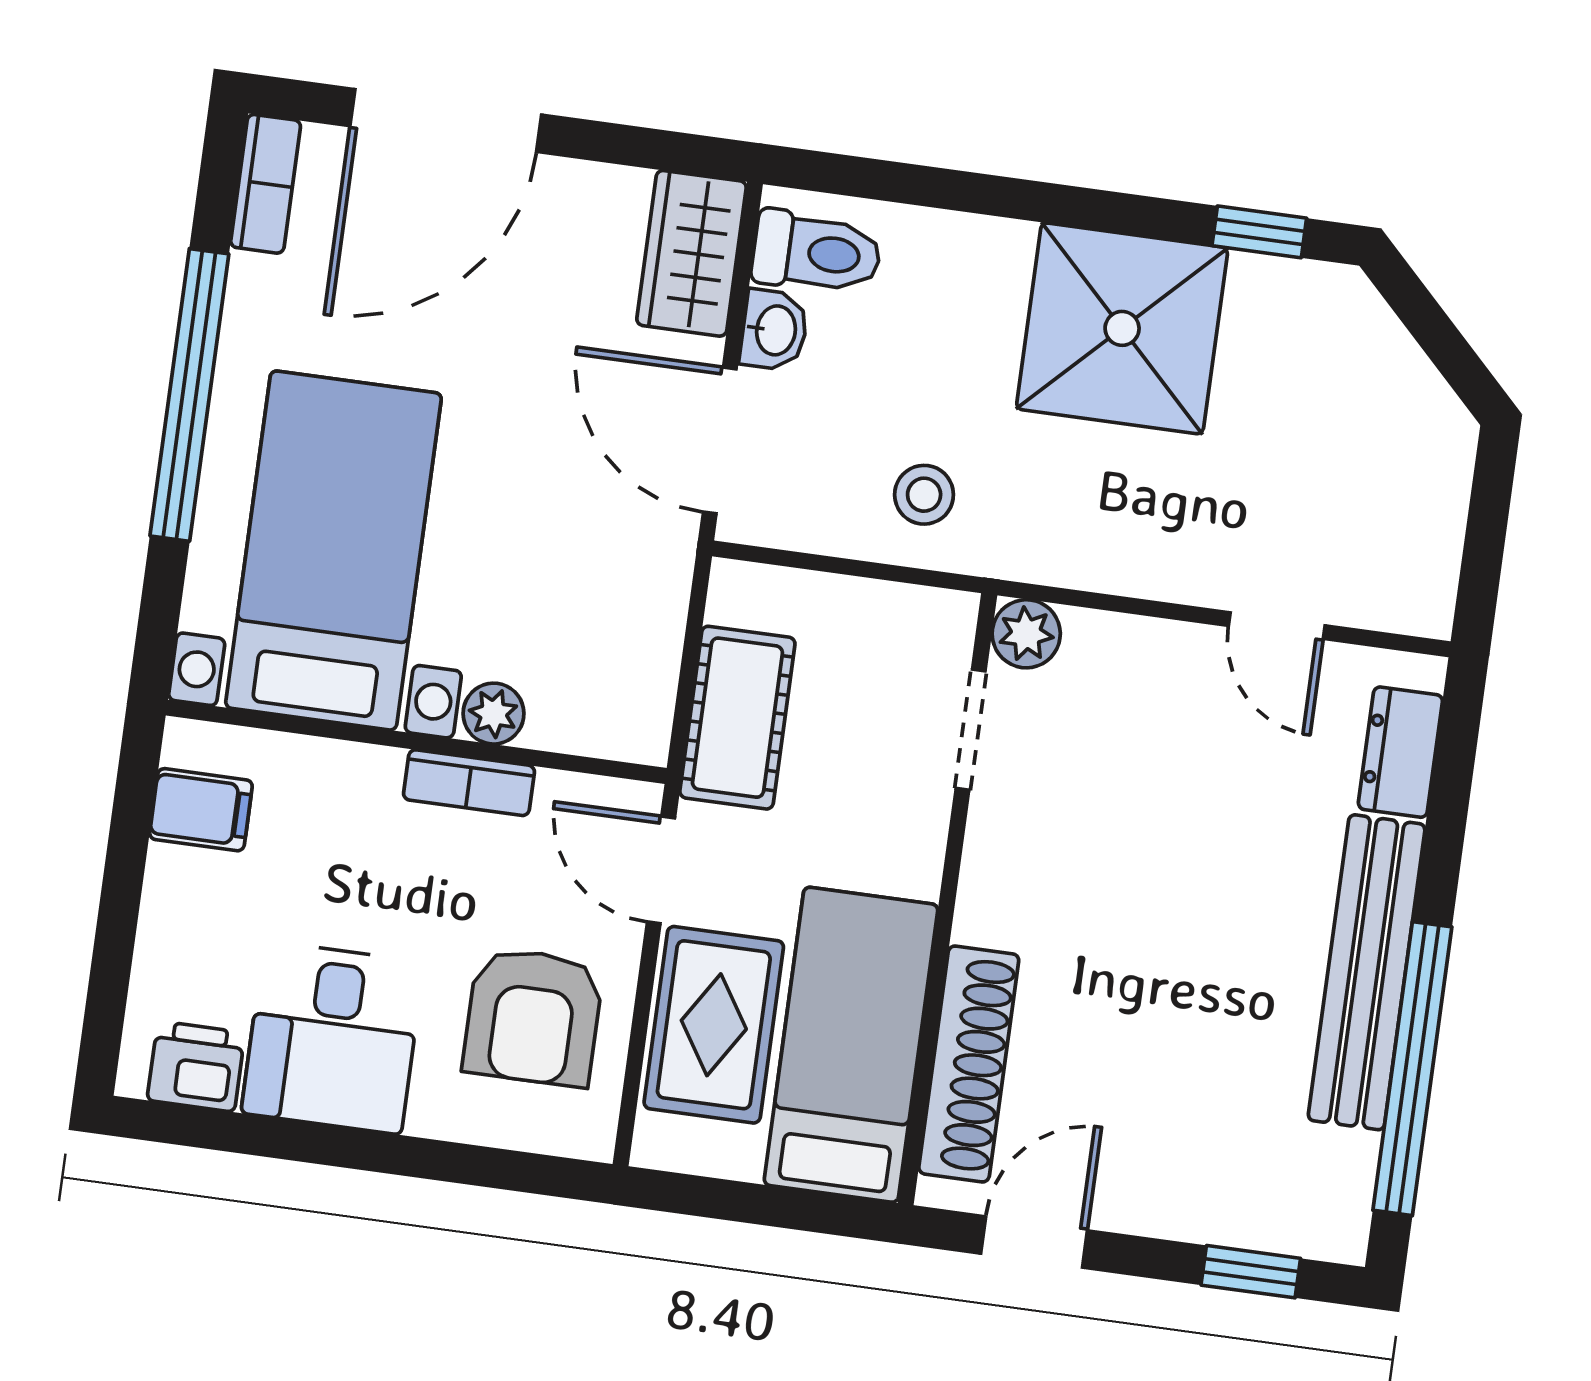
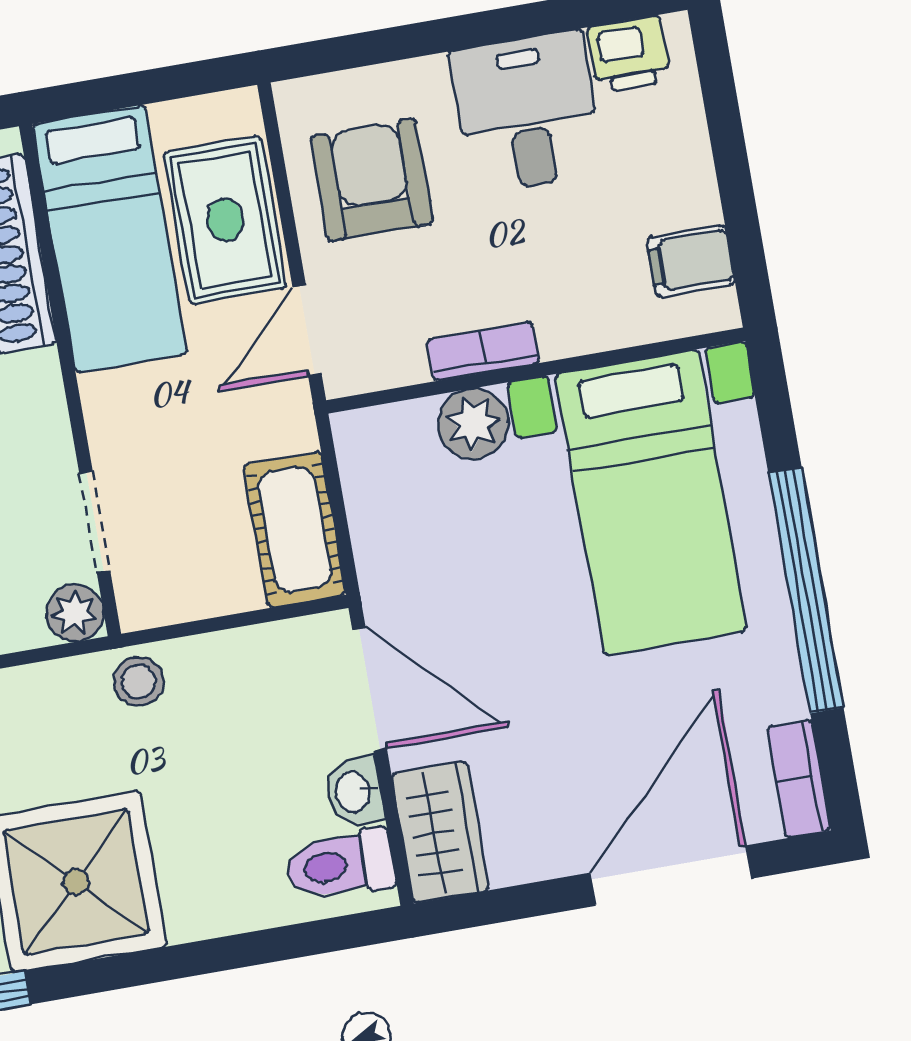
stool: (924, 495) -> (139, 681), moved
plant: (493, 714) -> (473, 424), width x1.38, depth x1.38
cot: (737, 718) -> (295, 530), moved
door: (661, 870) -> (307, 330), swing flipped

